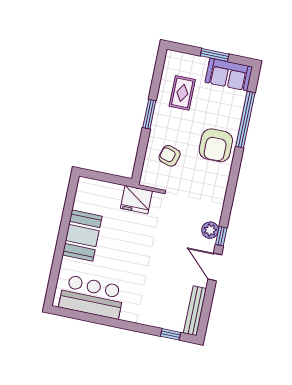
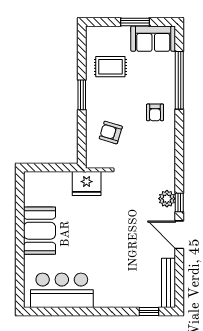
rug: (182, 93) -> (110, 67), turned 90
armchair: (216, 145) -> (155, 112), width x0.53, depth x0.53

